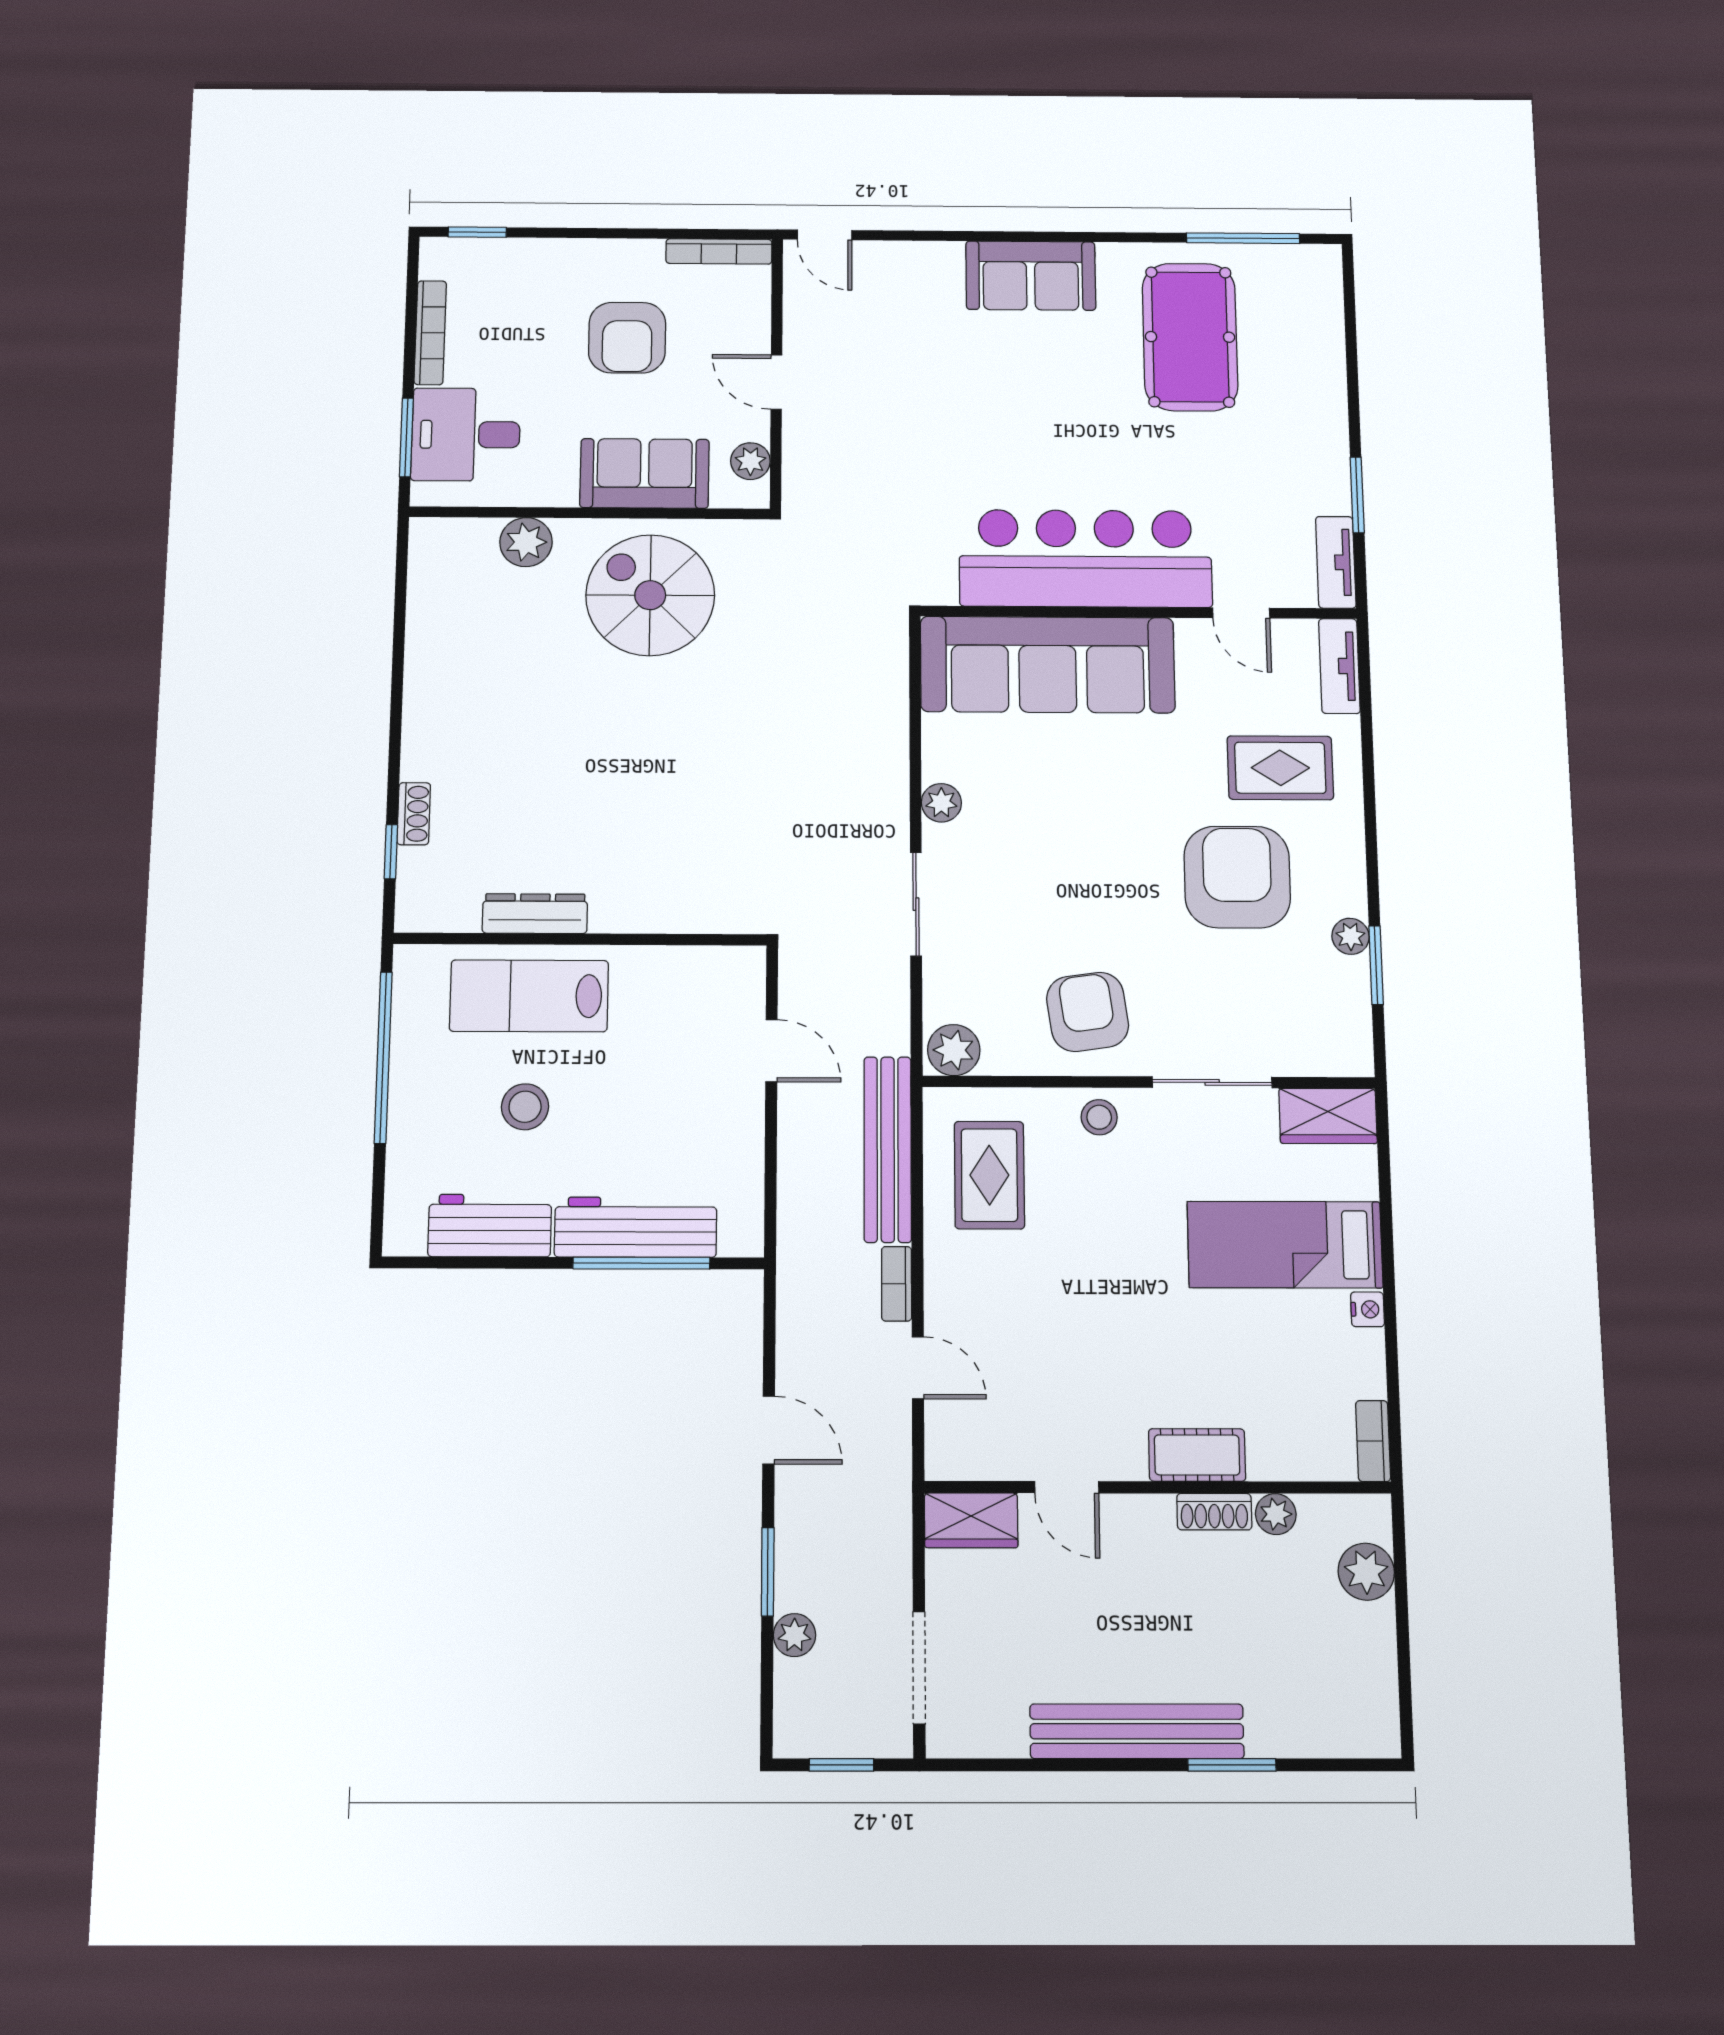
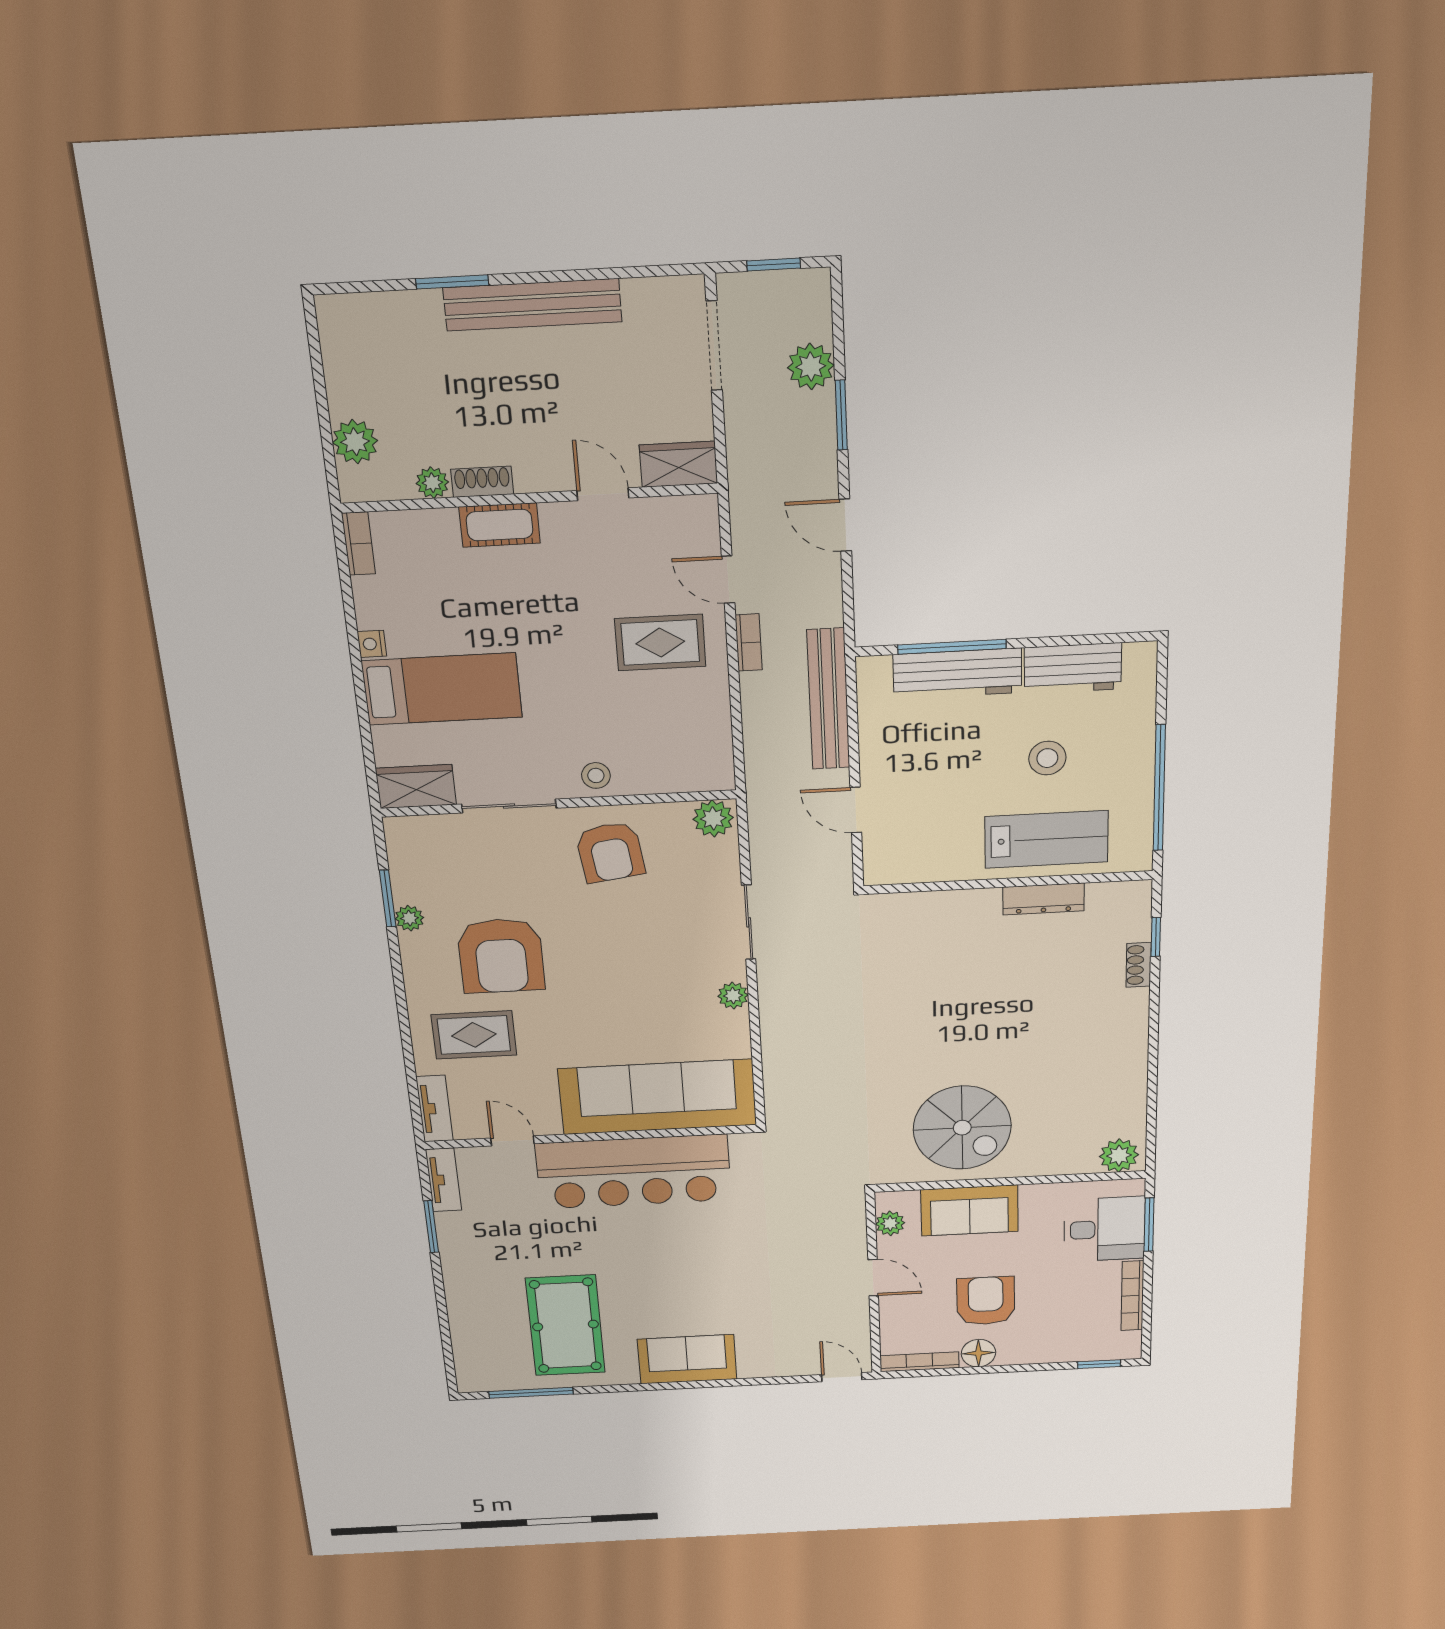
floor lamp: (639, 259) -> (978, 1353), added
plant: (526, 542) -> (1119, 1156), moved
bench: (888, 1149) -> (828, 699), moved
rug: (989, 1175) -> (660, 643), moved, turned 90
plant: (794, 1635) -> (811, 367), width x1.38, depth x1.38

